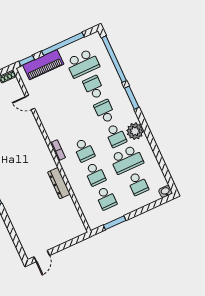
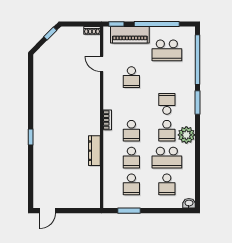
school desk: (94, 87) -> (131, 77), moved, turned 180

